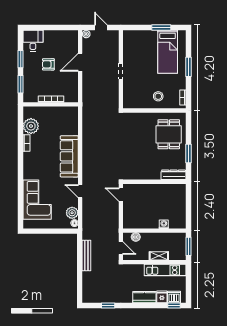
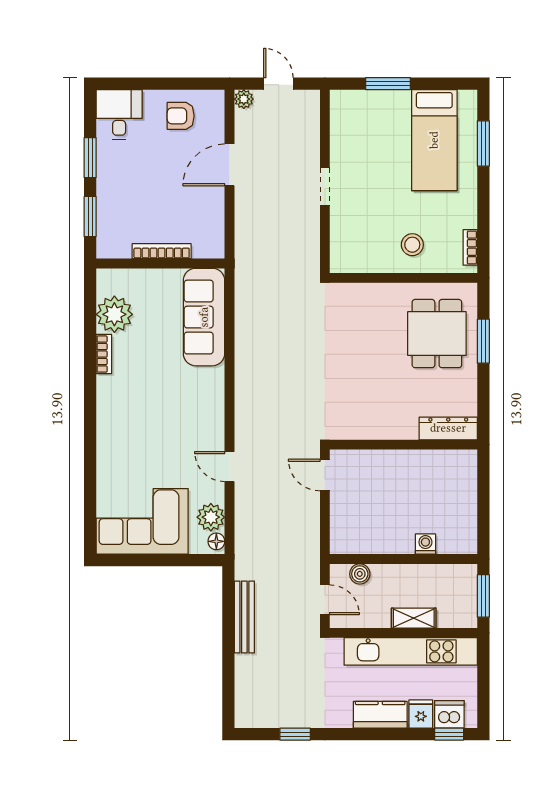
window: (161, 27) -> (388, 84), moved
armchair: (48, 64) -> (181, 116), moved
window: (189, 67) -> (483, 143), moved
window: (189, 154) -> (483, 341), moved
sofa: (69, 156) -> (204, 317), moved
corner sofa: (37, 200) -> (142, 521), moved, turned -90
kitchen unit: (165, 270) -> (411, 651), width x1.36

